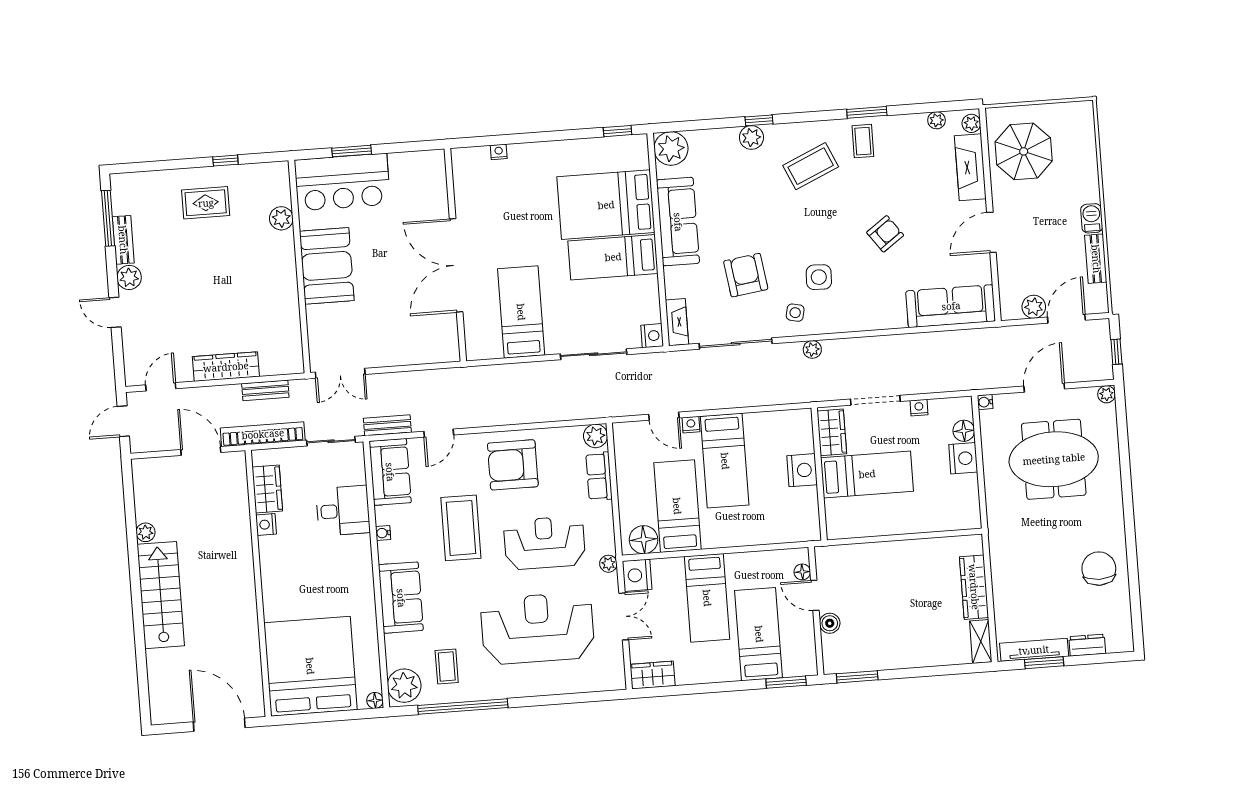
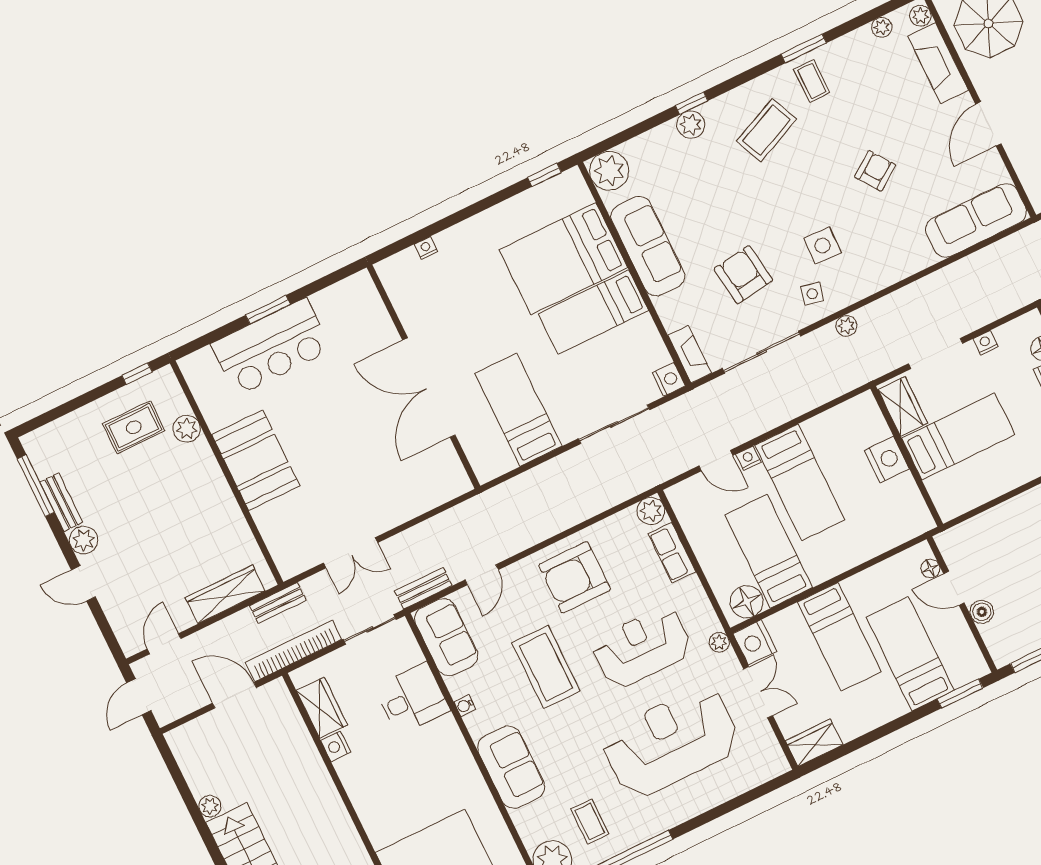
plant: (281, 218) -> (187, 429), moved
booth: (327, 266) -> (256, 460), moved
wall: (299, 267) -> (227, 473), moved

